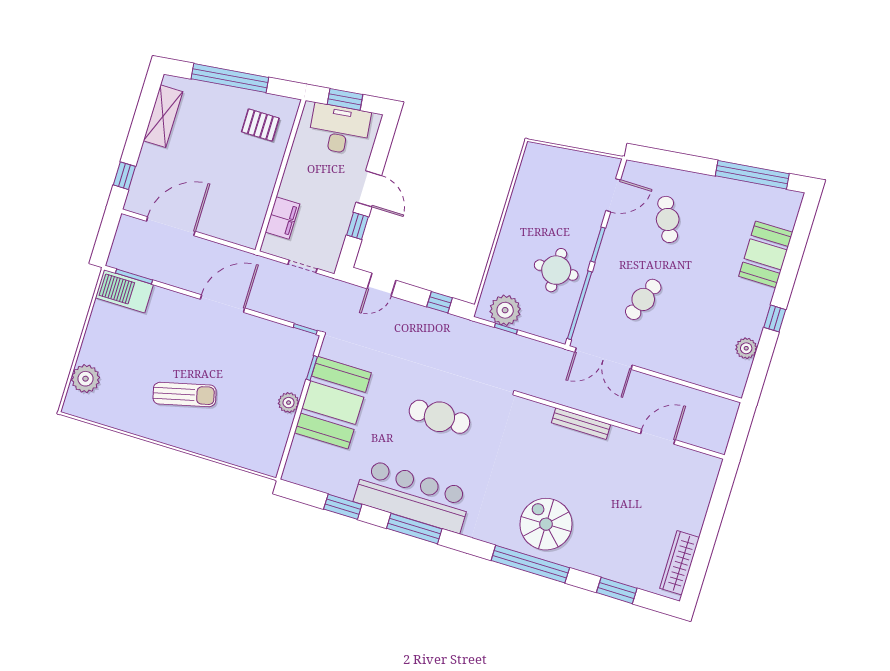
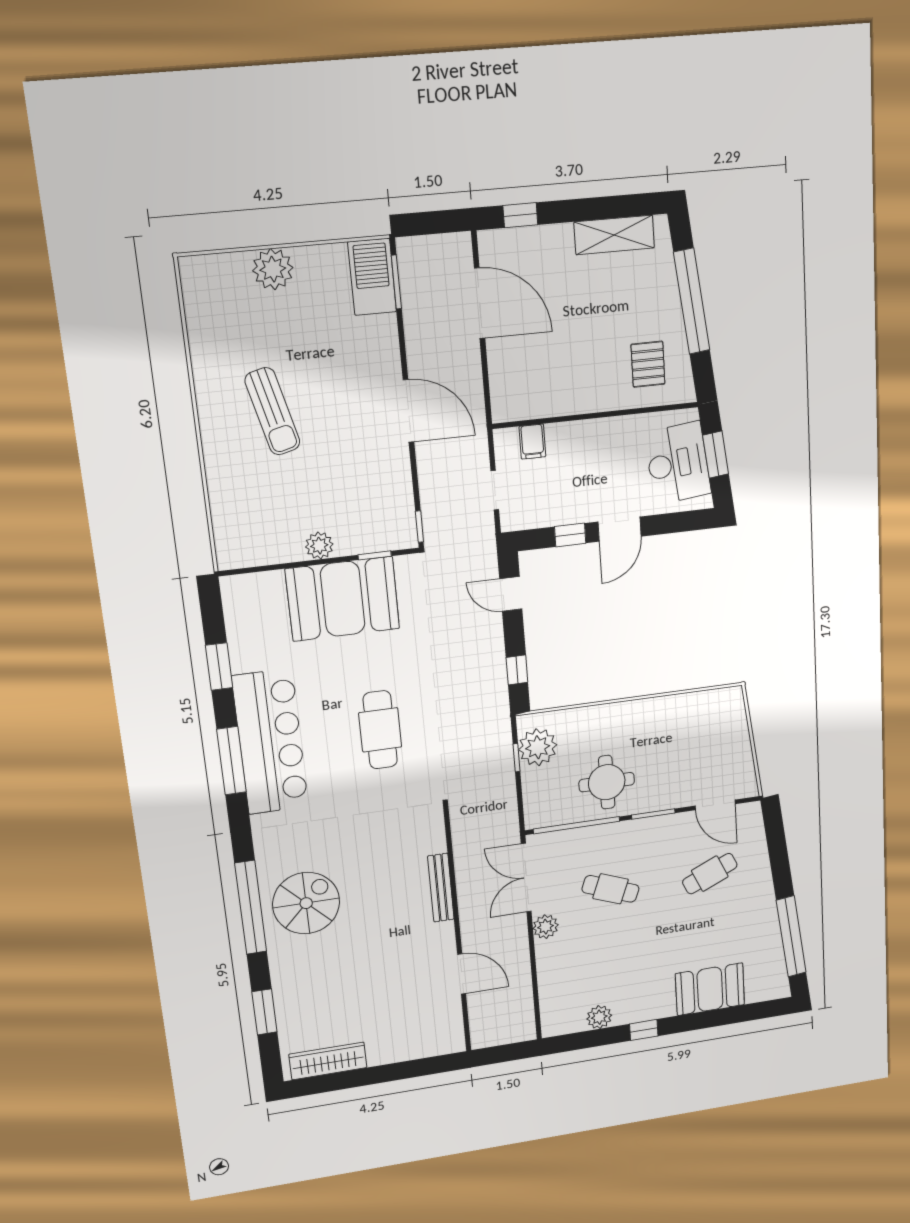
filing cabinet: (283, 218) -> (532, 442), width x0.50
plant: (650, 360) -> (546, 927), added
plant: (86, 379) -> (273, 269), moved

